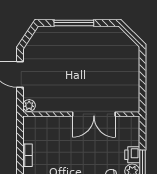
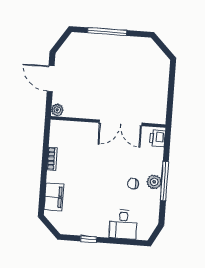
printer: (132, 155) -> (157, 139), moved

